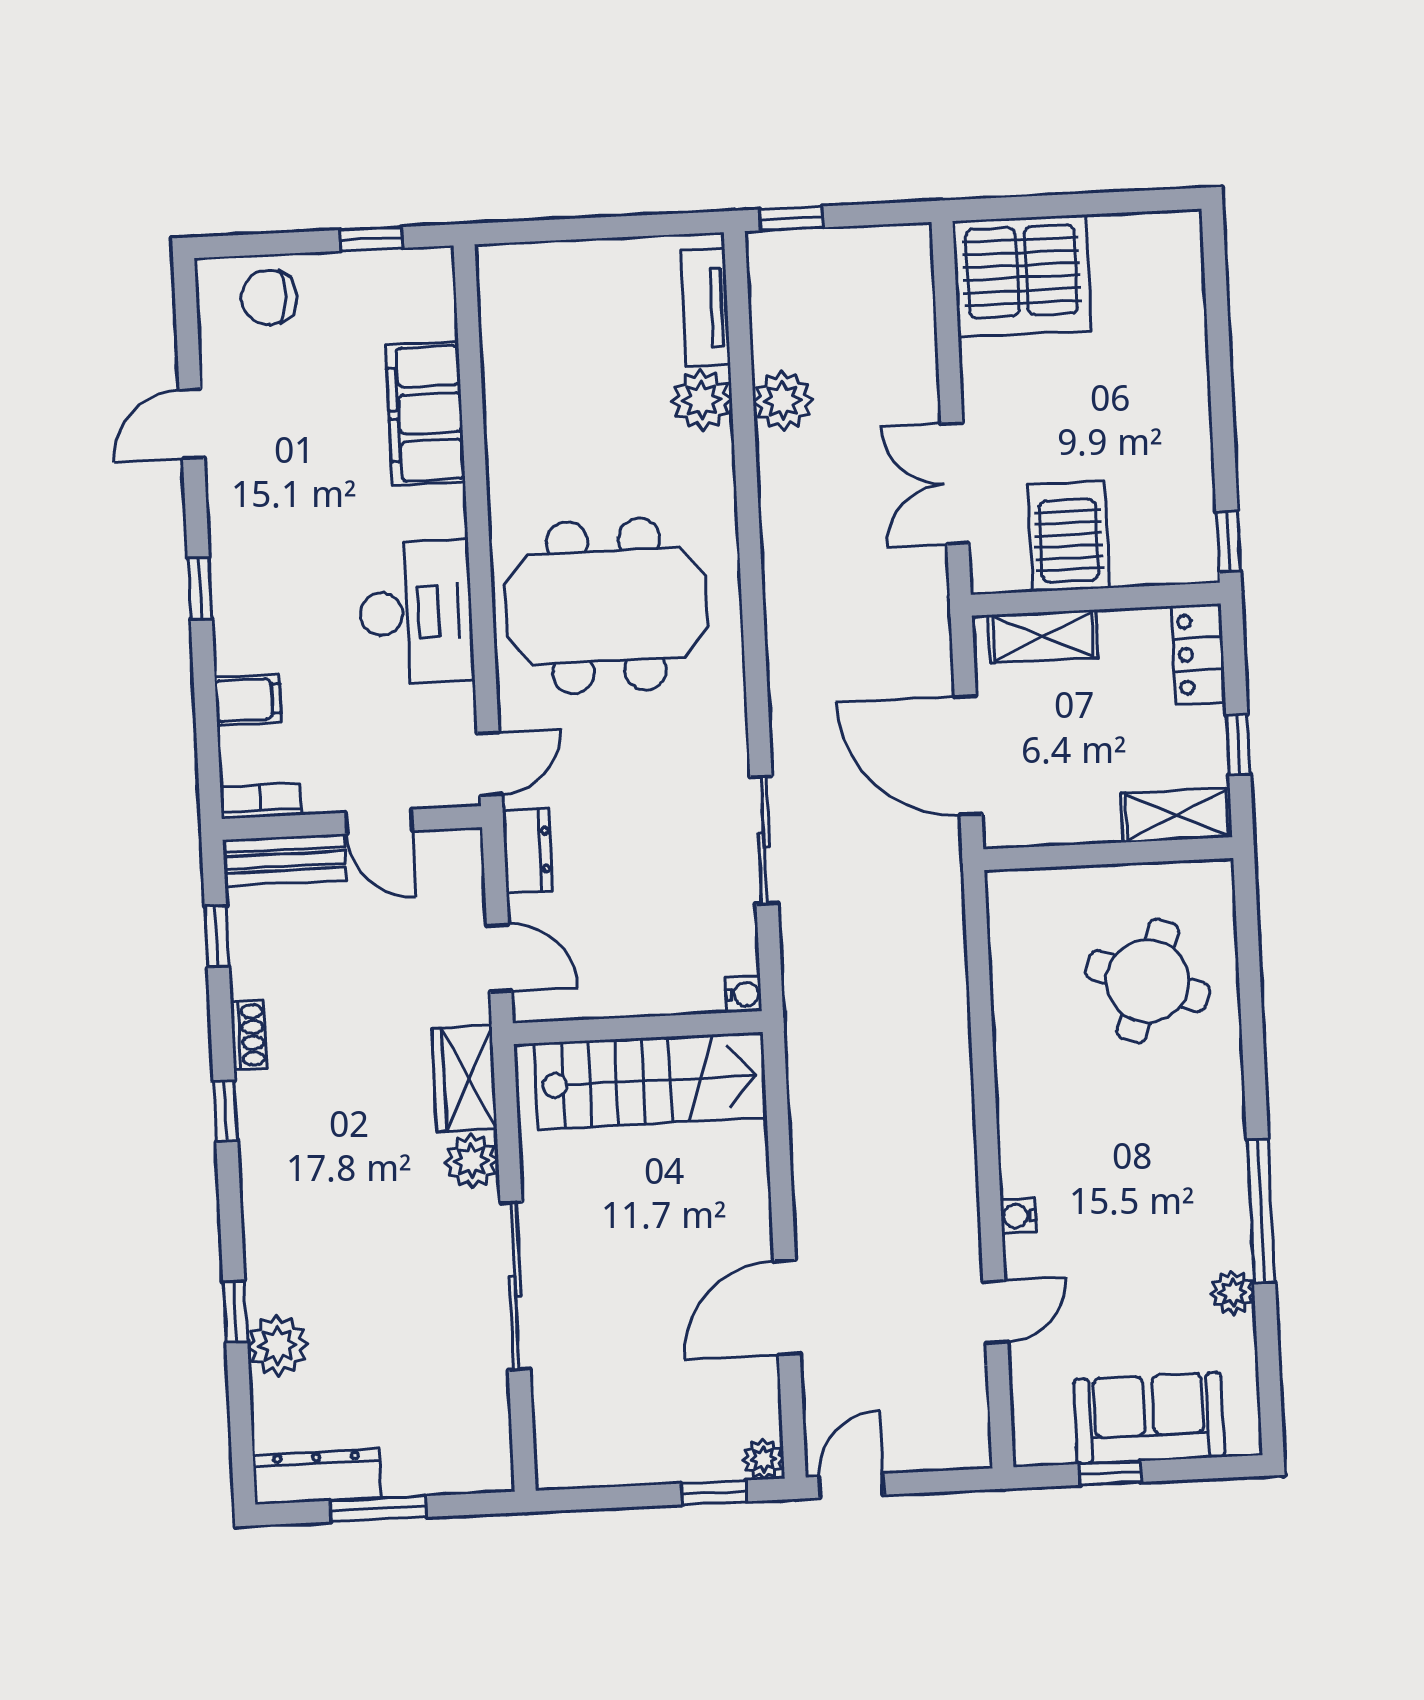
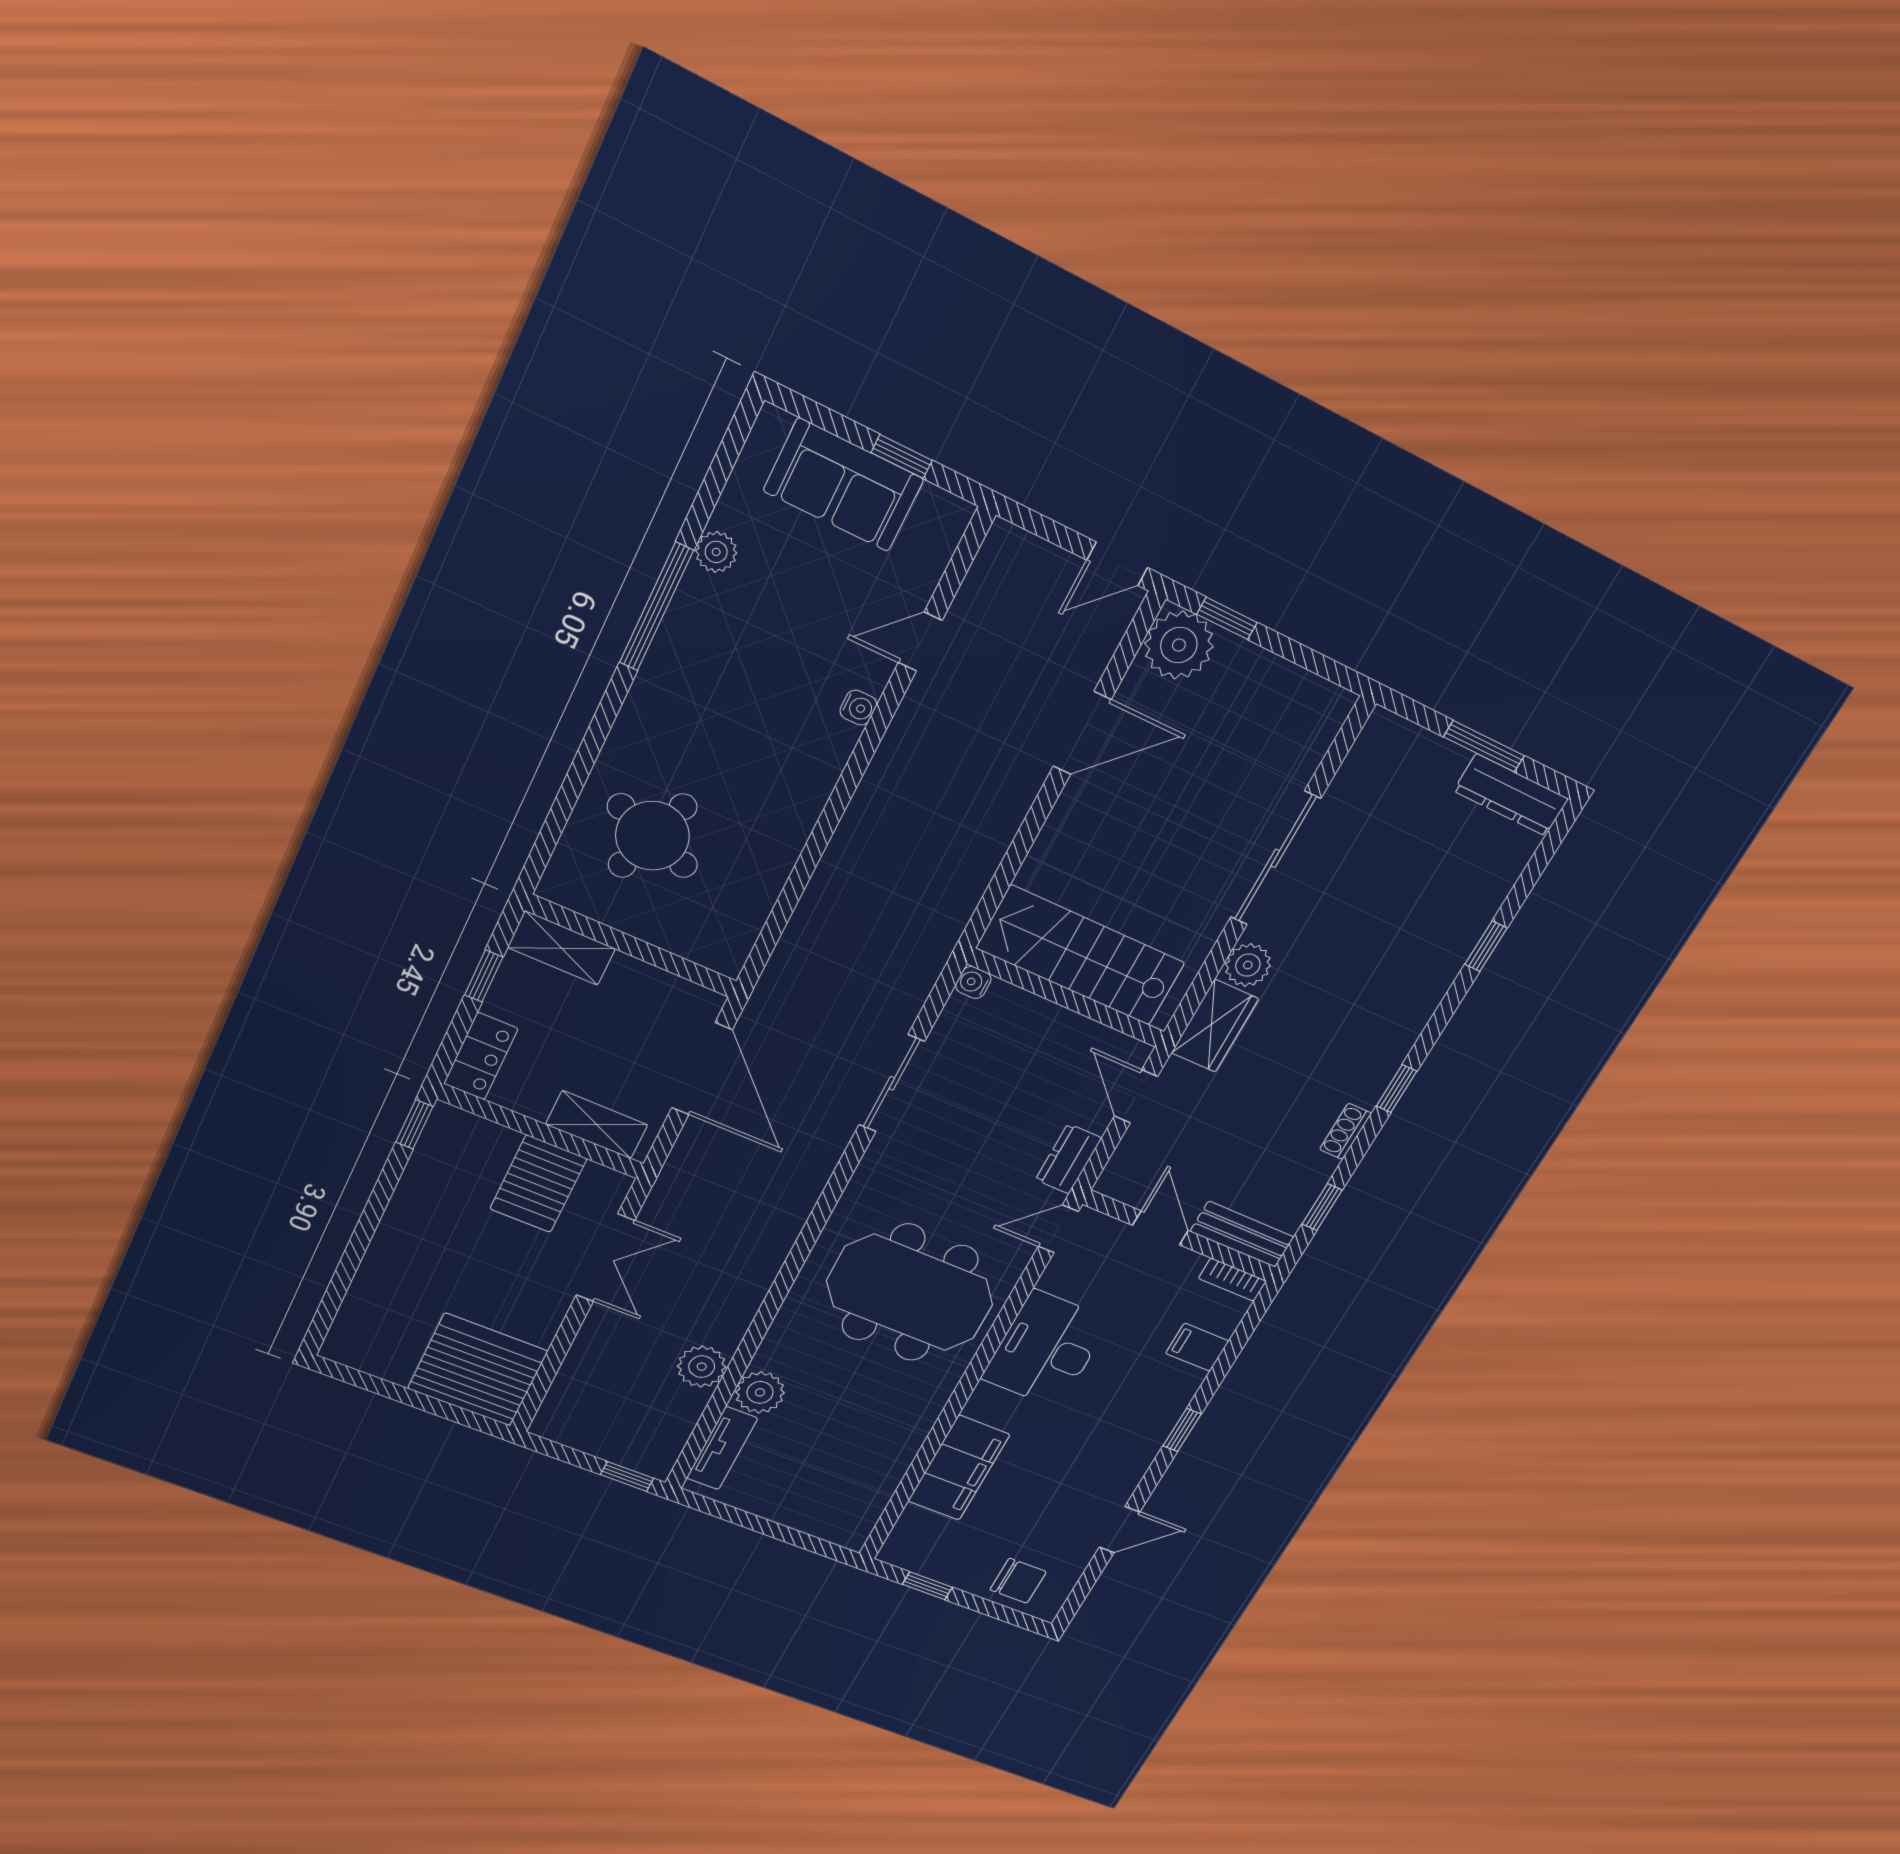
plant: (278, 1345) -> (1473, 906), removed
plant: (764, 1459) -> (1179, 645), width x1.87, depth x1.87

